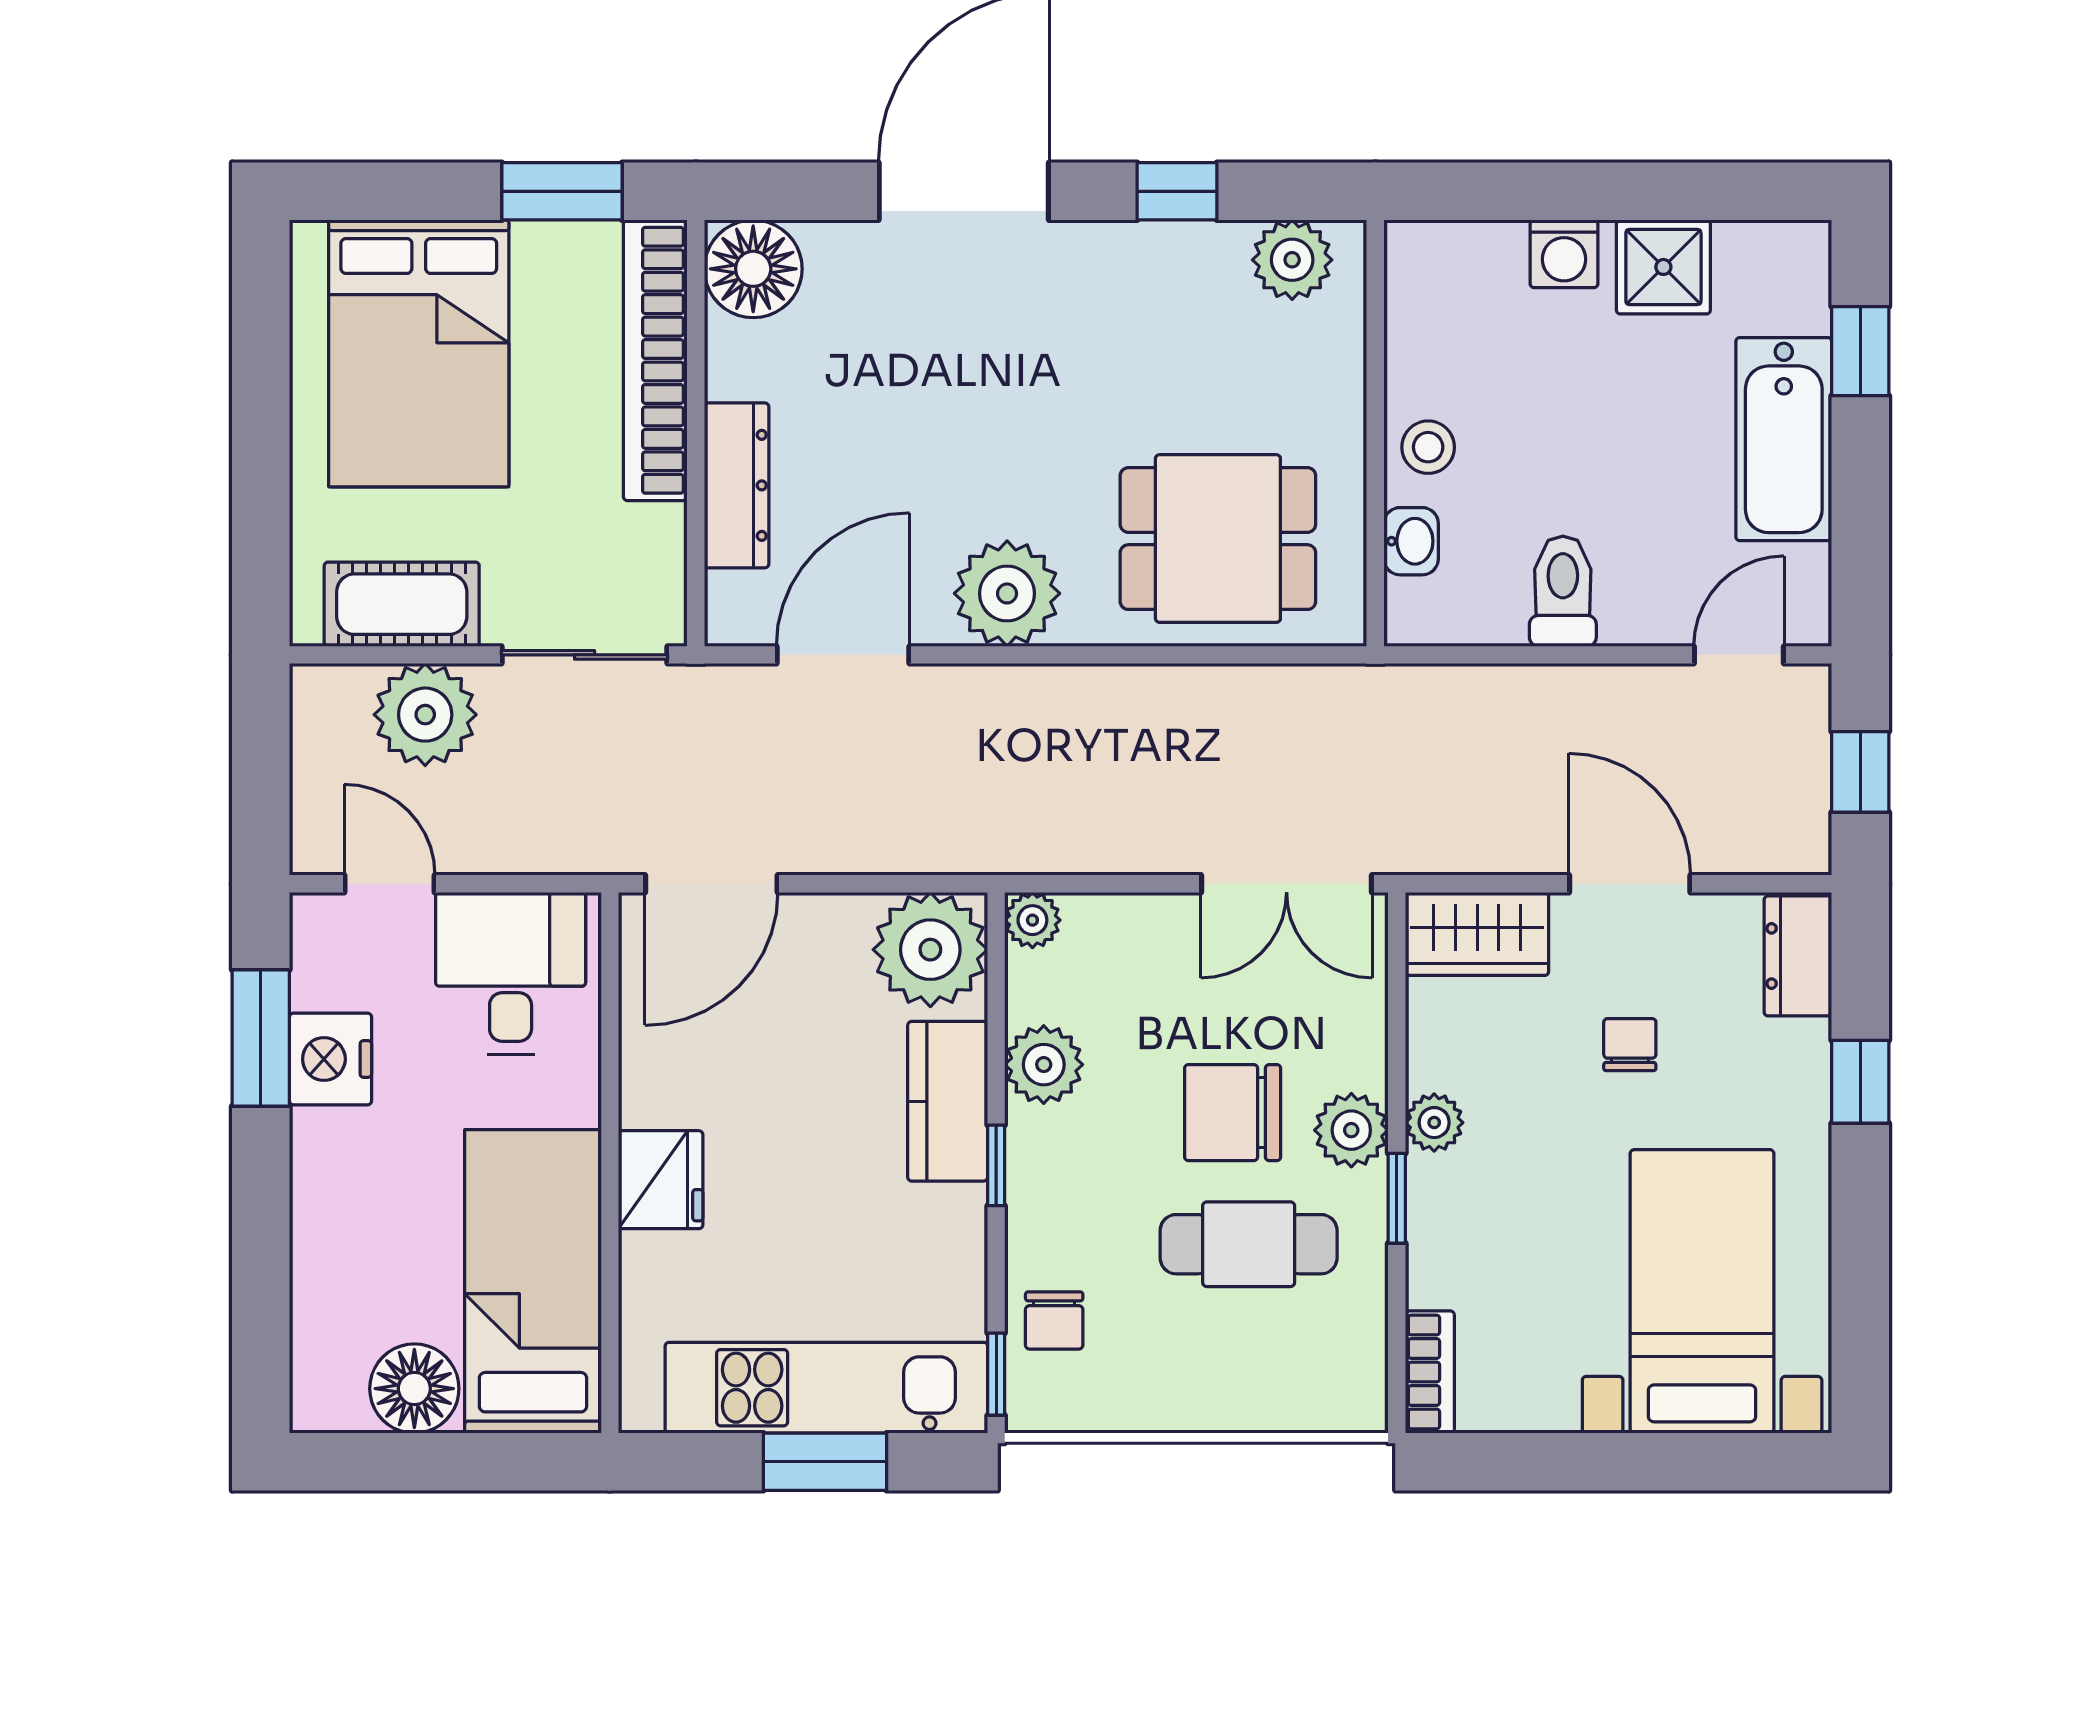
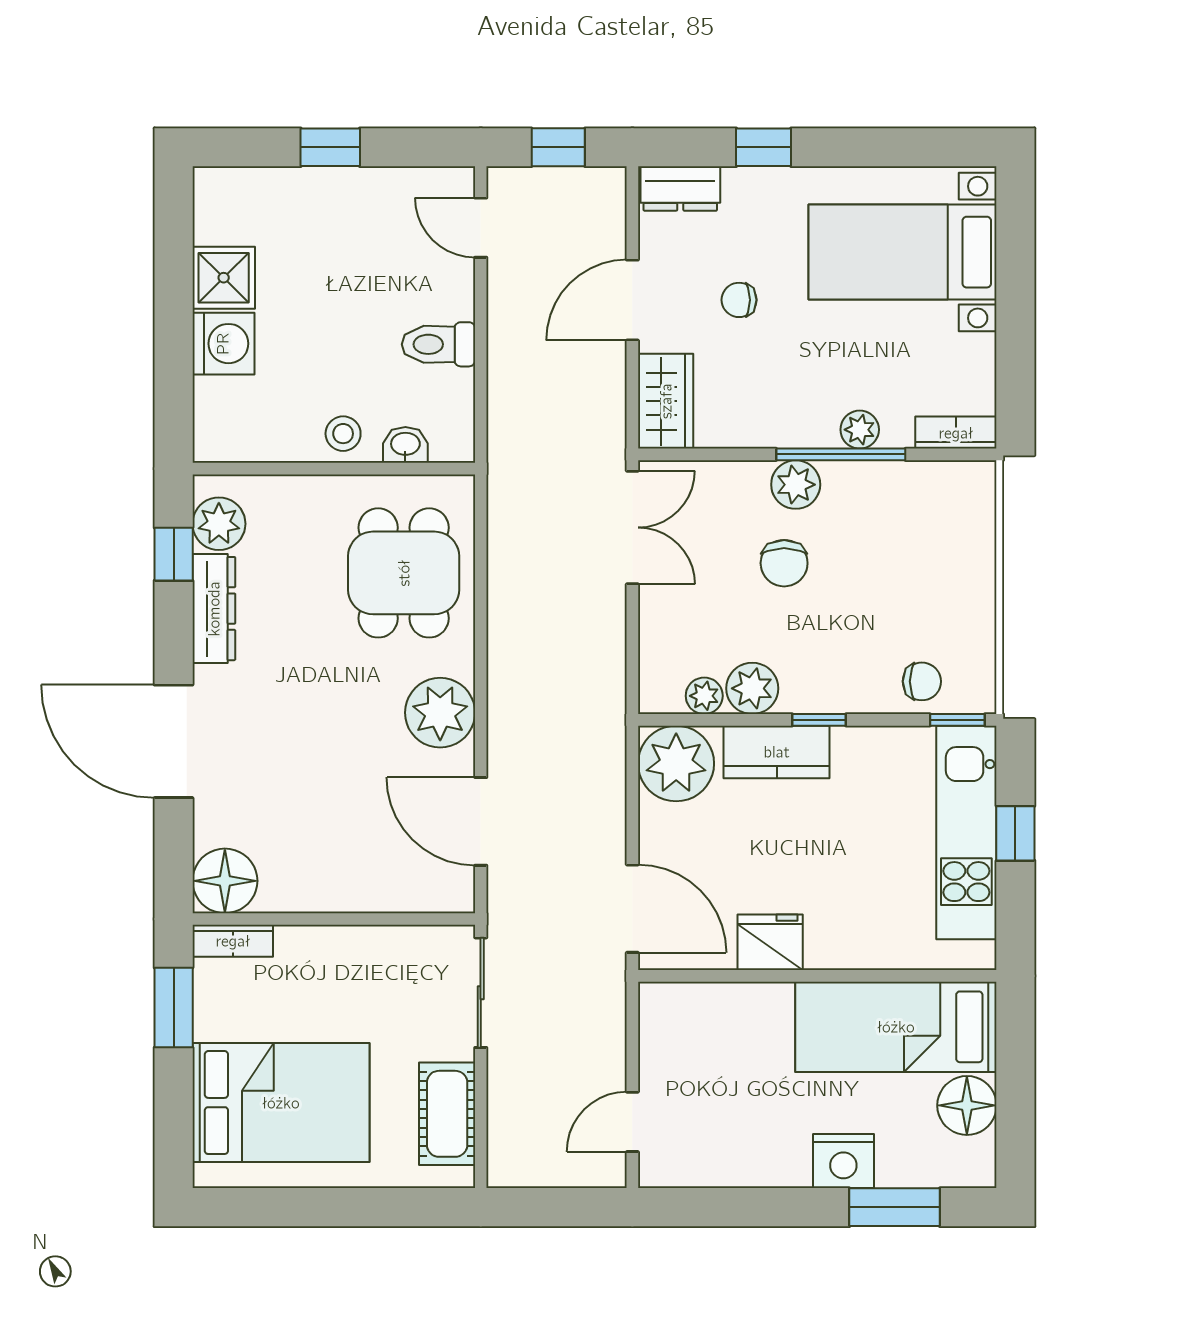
window: (1177, 191) -> (174, 554), moved
washing machine: (1564, 254) -> (223, 344), width x1.38, depth x1.38
window: (1860, 351) -> (330, 147), moved
bookcase: (655, 360) -> (233, 941), width x0.43, depth x0.76
bathtub: (1784, 439) -> (338, 198), removed
dresser: (737, 485) -> (214, 609), moved, turned 90
plant: (425, 715) -> (520, 1098), removed
plant: (1032, 920) -> (704, 696), moved
desk: (511, 973) -> (692, 1042), removed
window: (261, 1038) -> (895, 1207), moved
nightstand: (331, 1059) -> (843, 1161), moved
chair: (1233, 1113) -> (784, 563), width x0.73, depth x0.73
plant: (1434, 1123) -> (860, 430), moved
fridge: (661, 1180) -> (770, 942), moved
window: (1397, 1198) -> (841, 454), width x2.17
cafe table: (1249, 1244) -> (871, 553), removed
window: (825, 1462) -> (1015, 833), width x0.67

